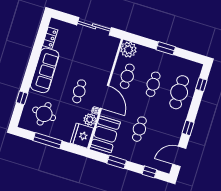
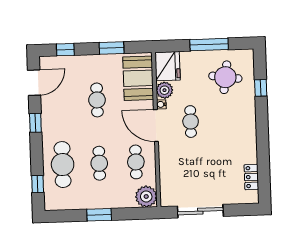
sofa: (45, 70) -> (244, 133), removed

